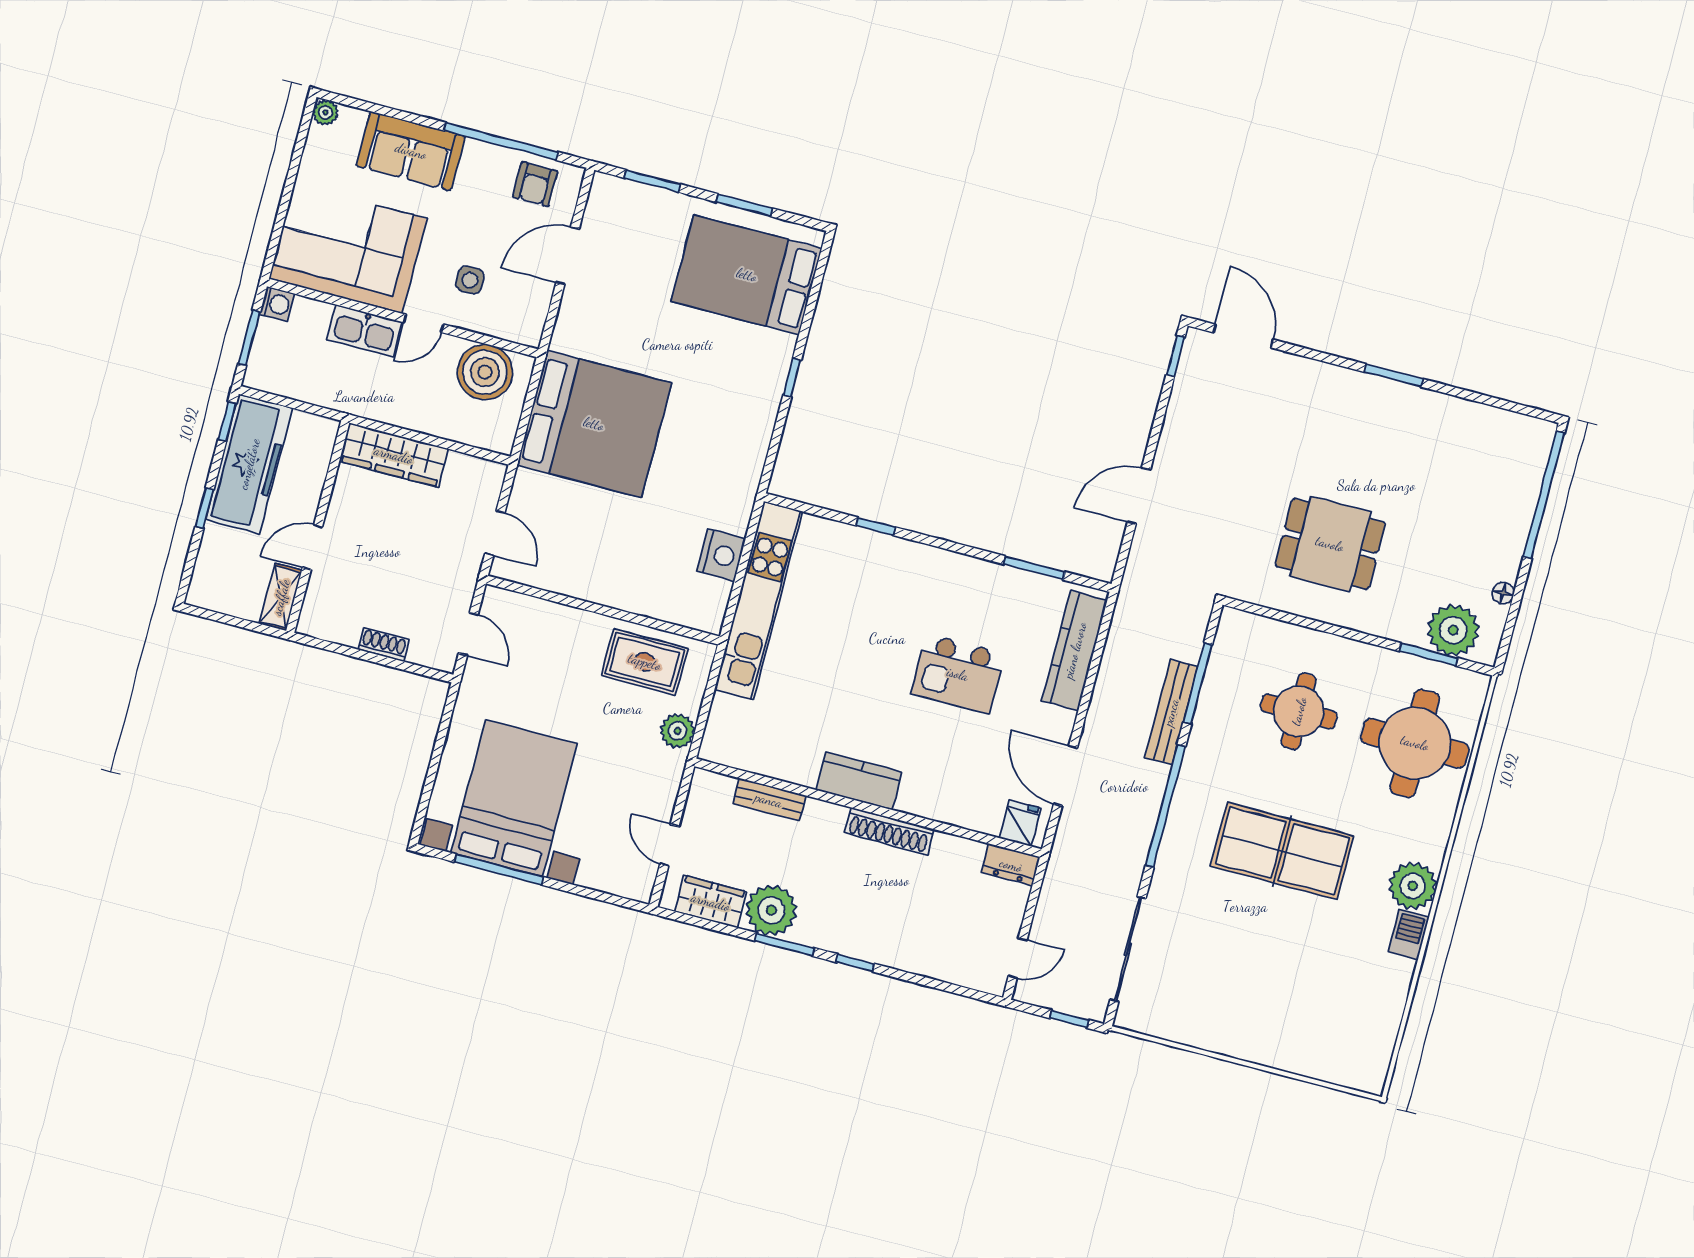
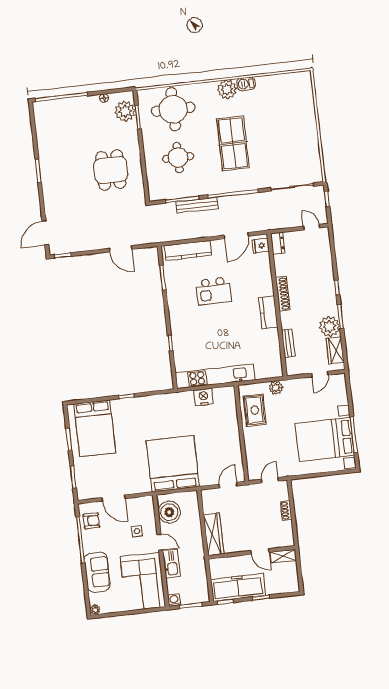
kitchen island: (958, 674) -> (214, 291), turned 90

